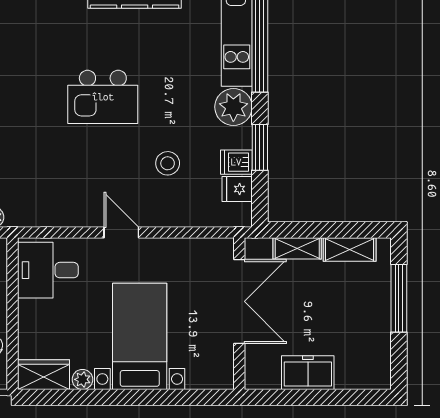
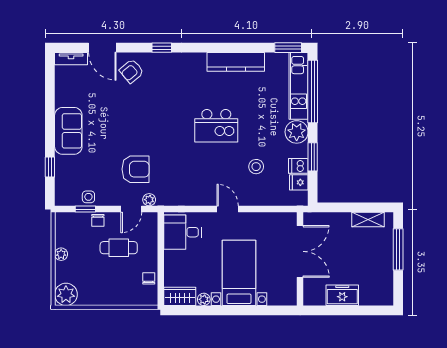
shelving: (297, 248) -> (336, 219), removed

